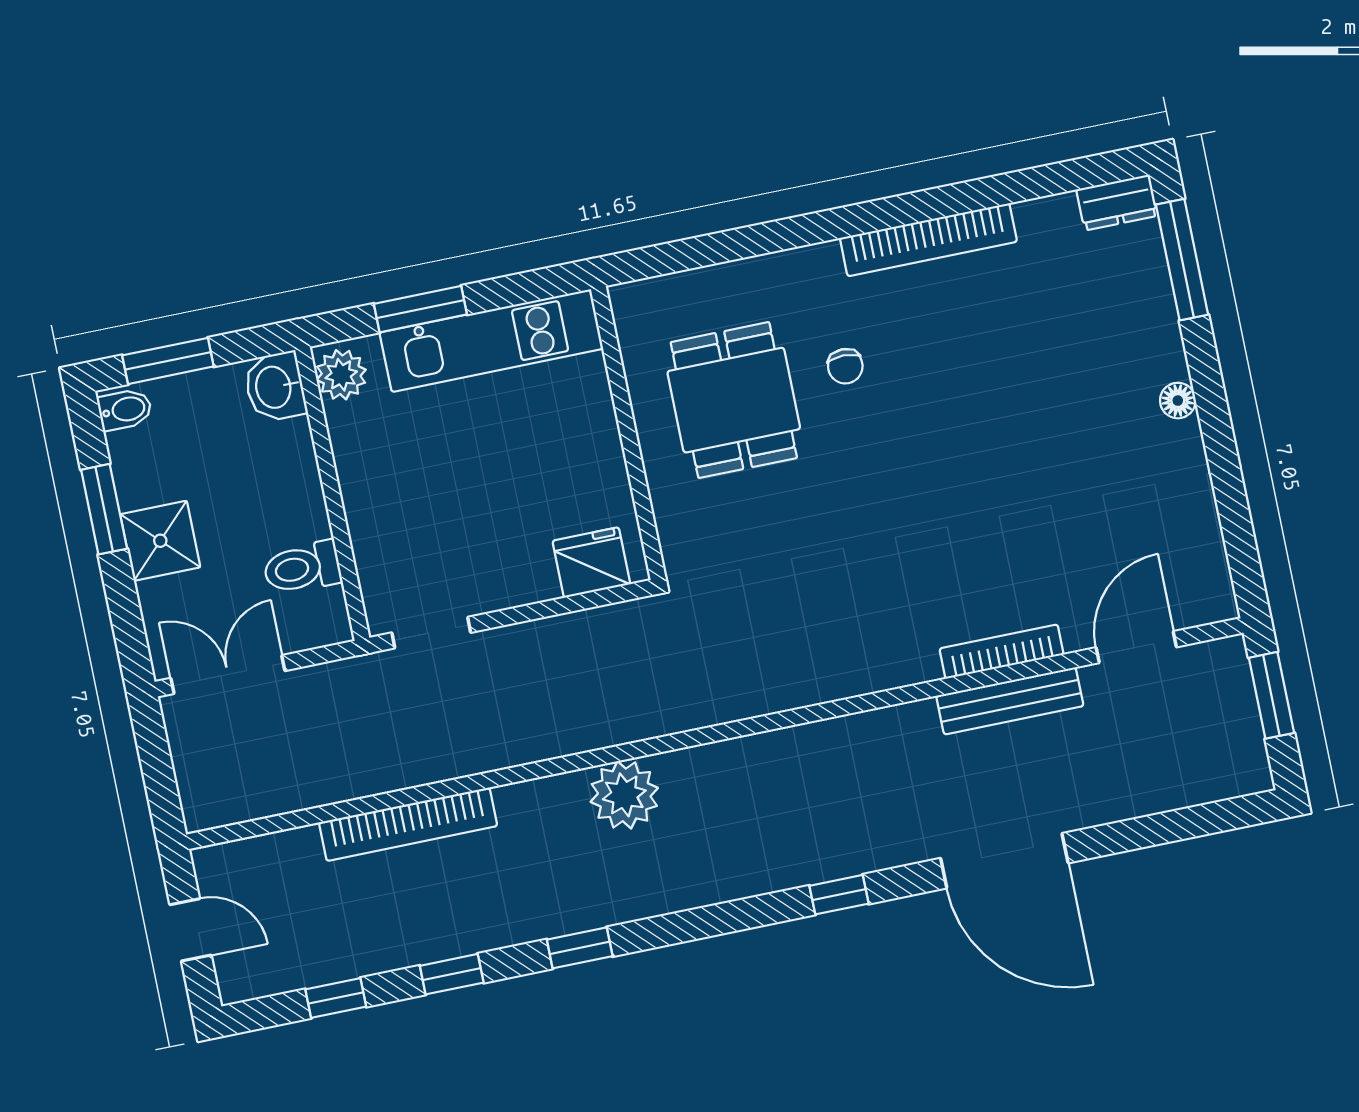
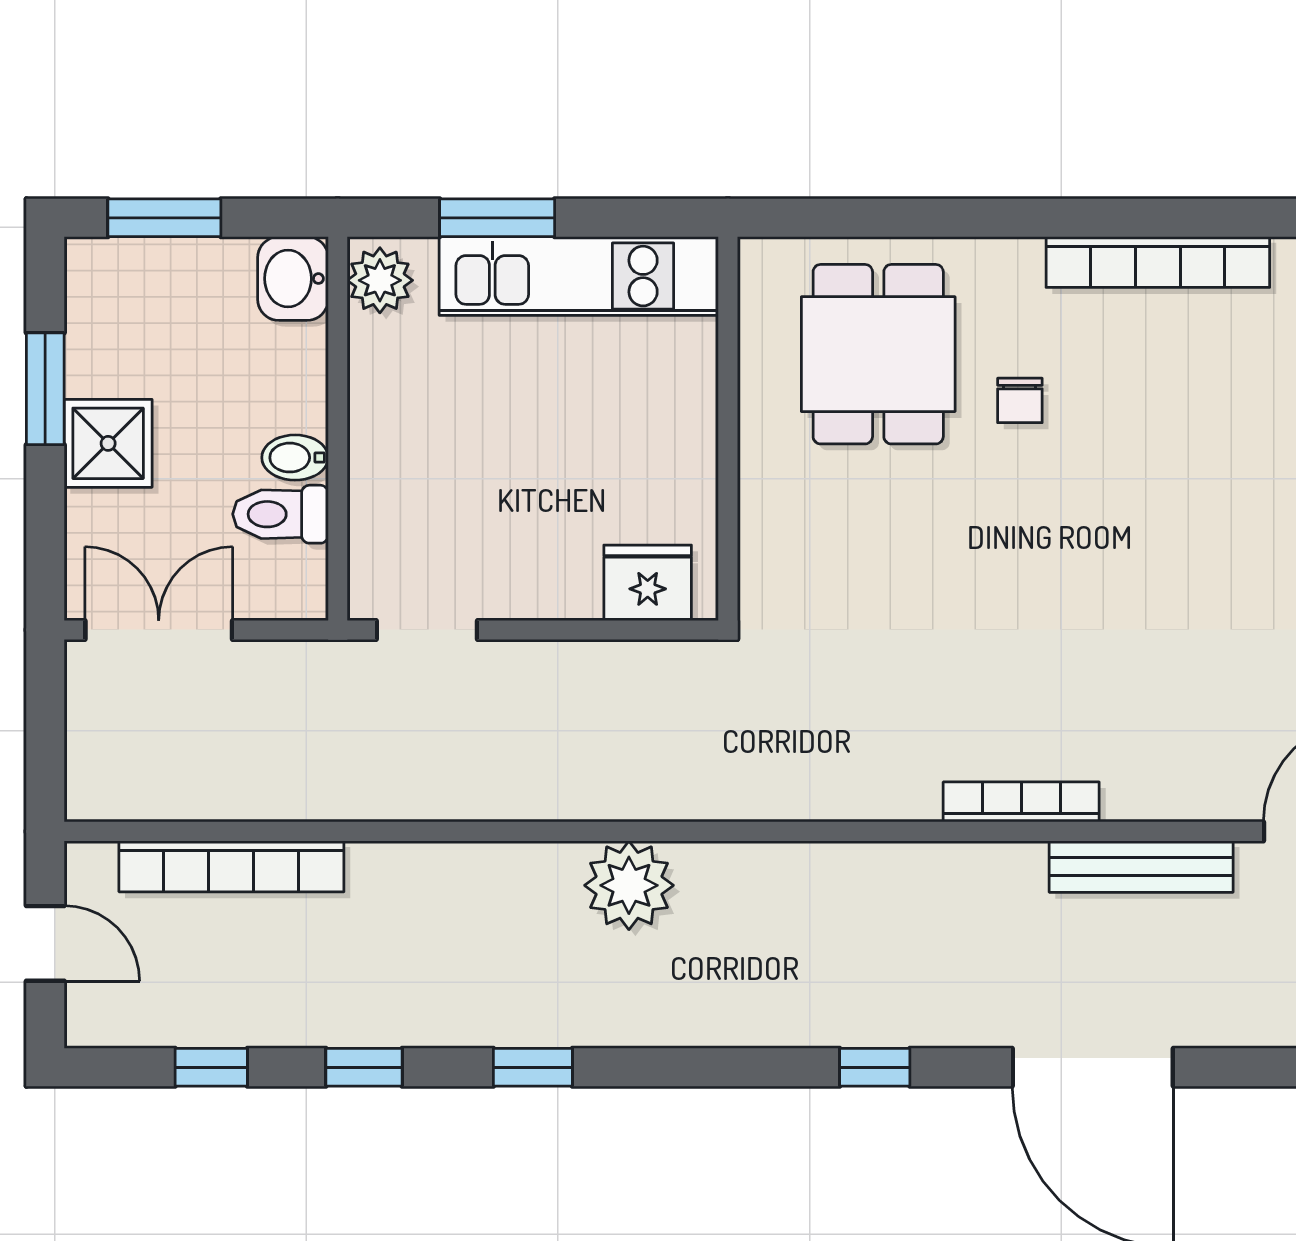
dining table: (734, 400) -> (878, 354), moved
bidet: (125, 410) -> (295, 458), moved, turned 180
bookcase: (1002, 652) -> (1021, 802), moved
bookcase: (408, 824) -> (231, 866), moved

